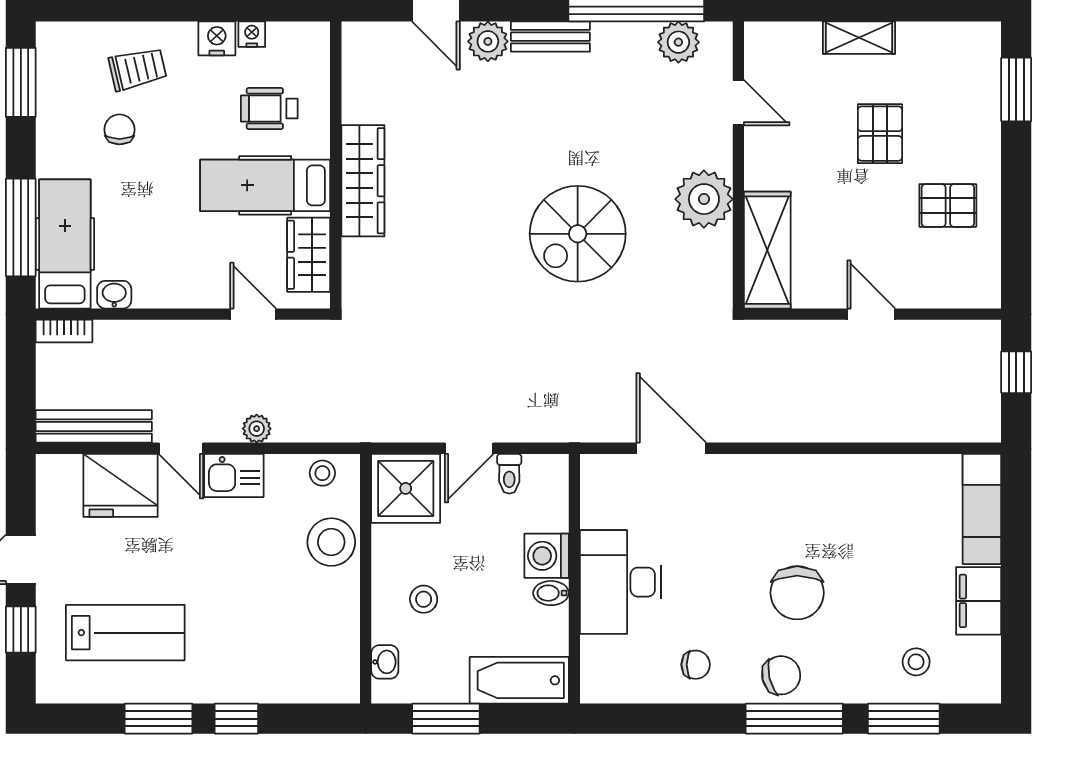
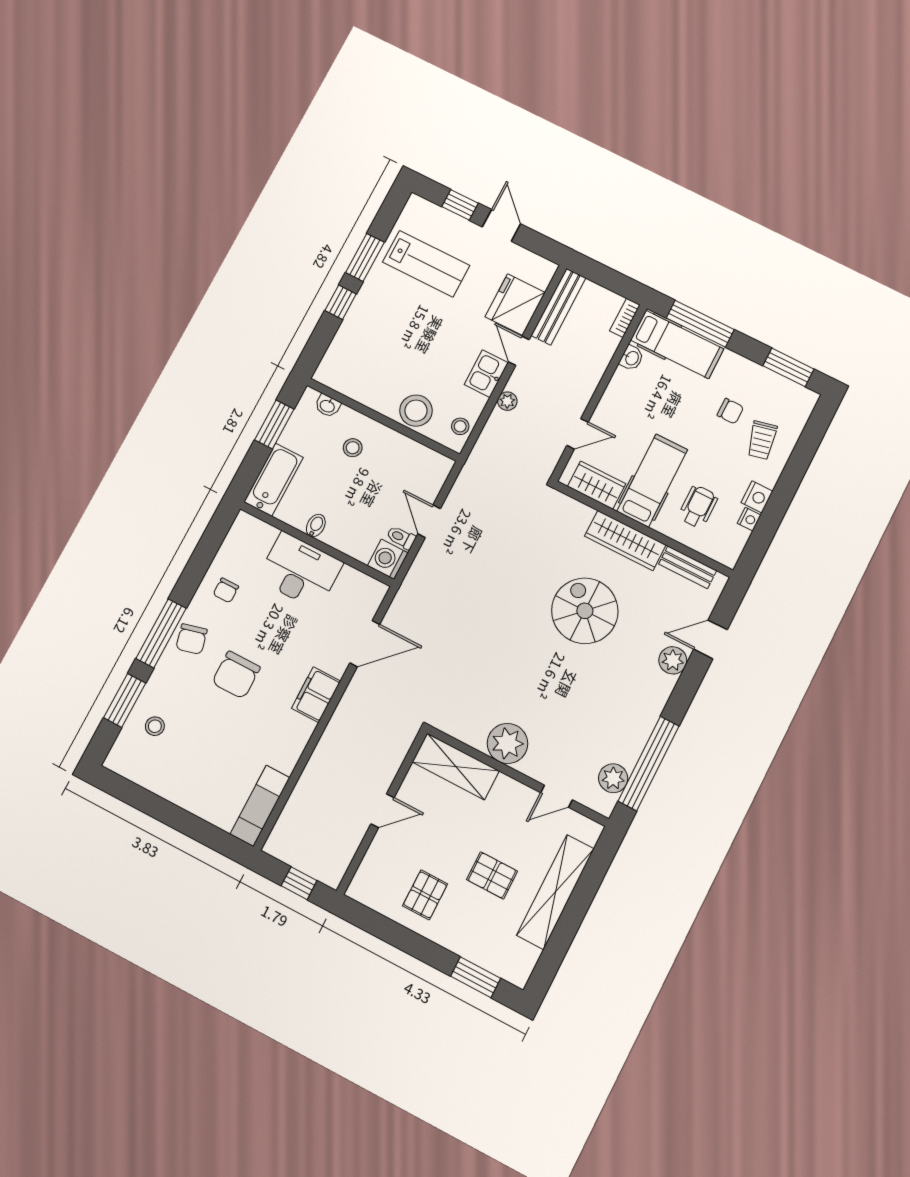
bench: (550, 37) -> (688, 567), moved, turned 90
shelving: (859, 38) -> (555, 892), width x2.20, depth x1.33
spiral stairs: (578, 234) -> (585, 611), moved
door: (181, 448) -> (519, 351), hinge flipped
shower: (406, 488) -> (425, 471), removed
exam couch: (982, 509) -> (260, 806), moved, turned -90
washing machine: (547, 556) -> (388, 559), moved, turned -90
chair: (797, 593) -> (236, 675), turned -90
filing cabinet: (979, 601) -> (316, 695), moved, turned -90
lab bench: (125, 633) -> (426, 264), turned -90

